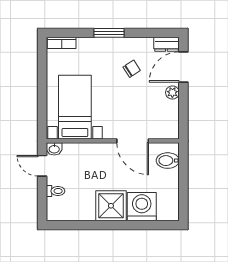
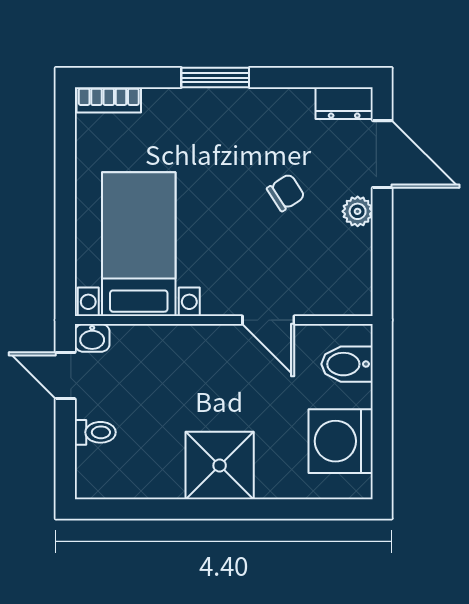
door: (183, 67) -> (382, 154), swing flipped
chair: (132, 69) -> (286, 193), moved
door: (133, 141) -> (268, 320), width x0.73
washing machine: (142, 207) -> (341, 441), moved, turned -90

